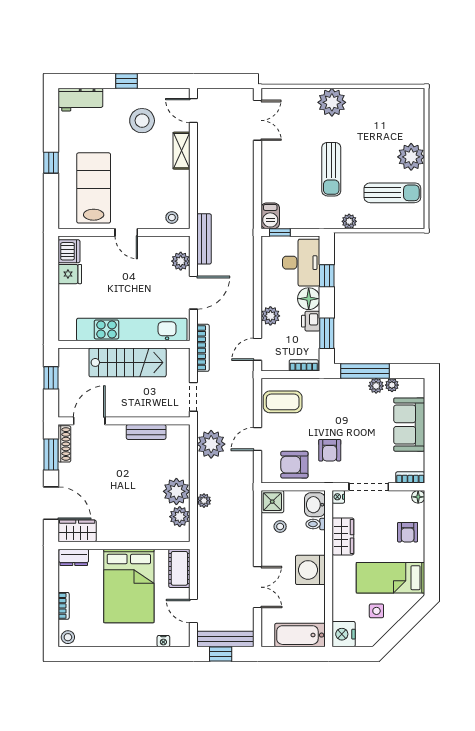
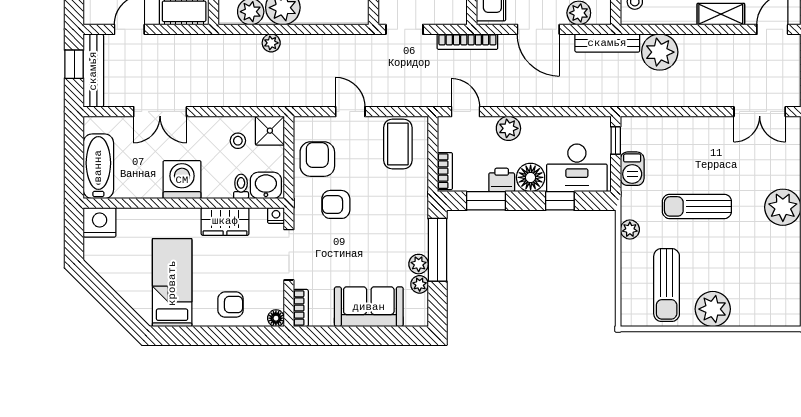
barbecue: (270, 216) -> (632, 169), moved, turned -90
plant: (211, 444) -> (660, 52), moved
armchair: (408, 532) -> (231, 305), turned 180
side table: (376, 611) -> (129, 265), removed

